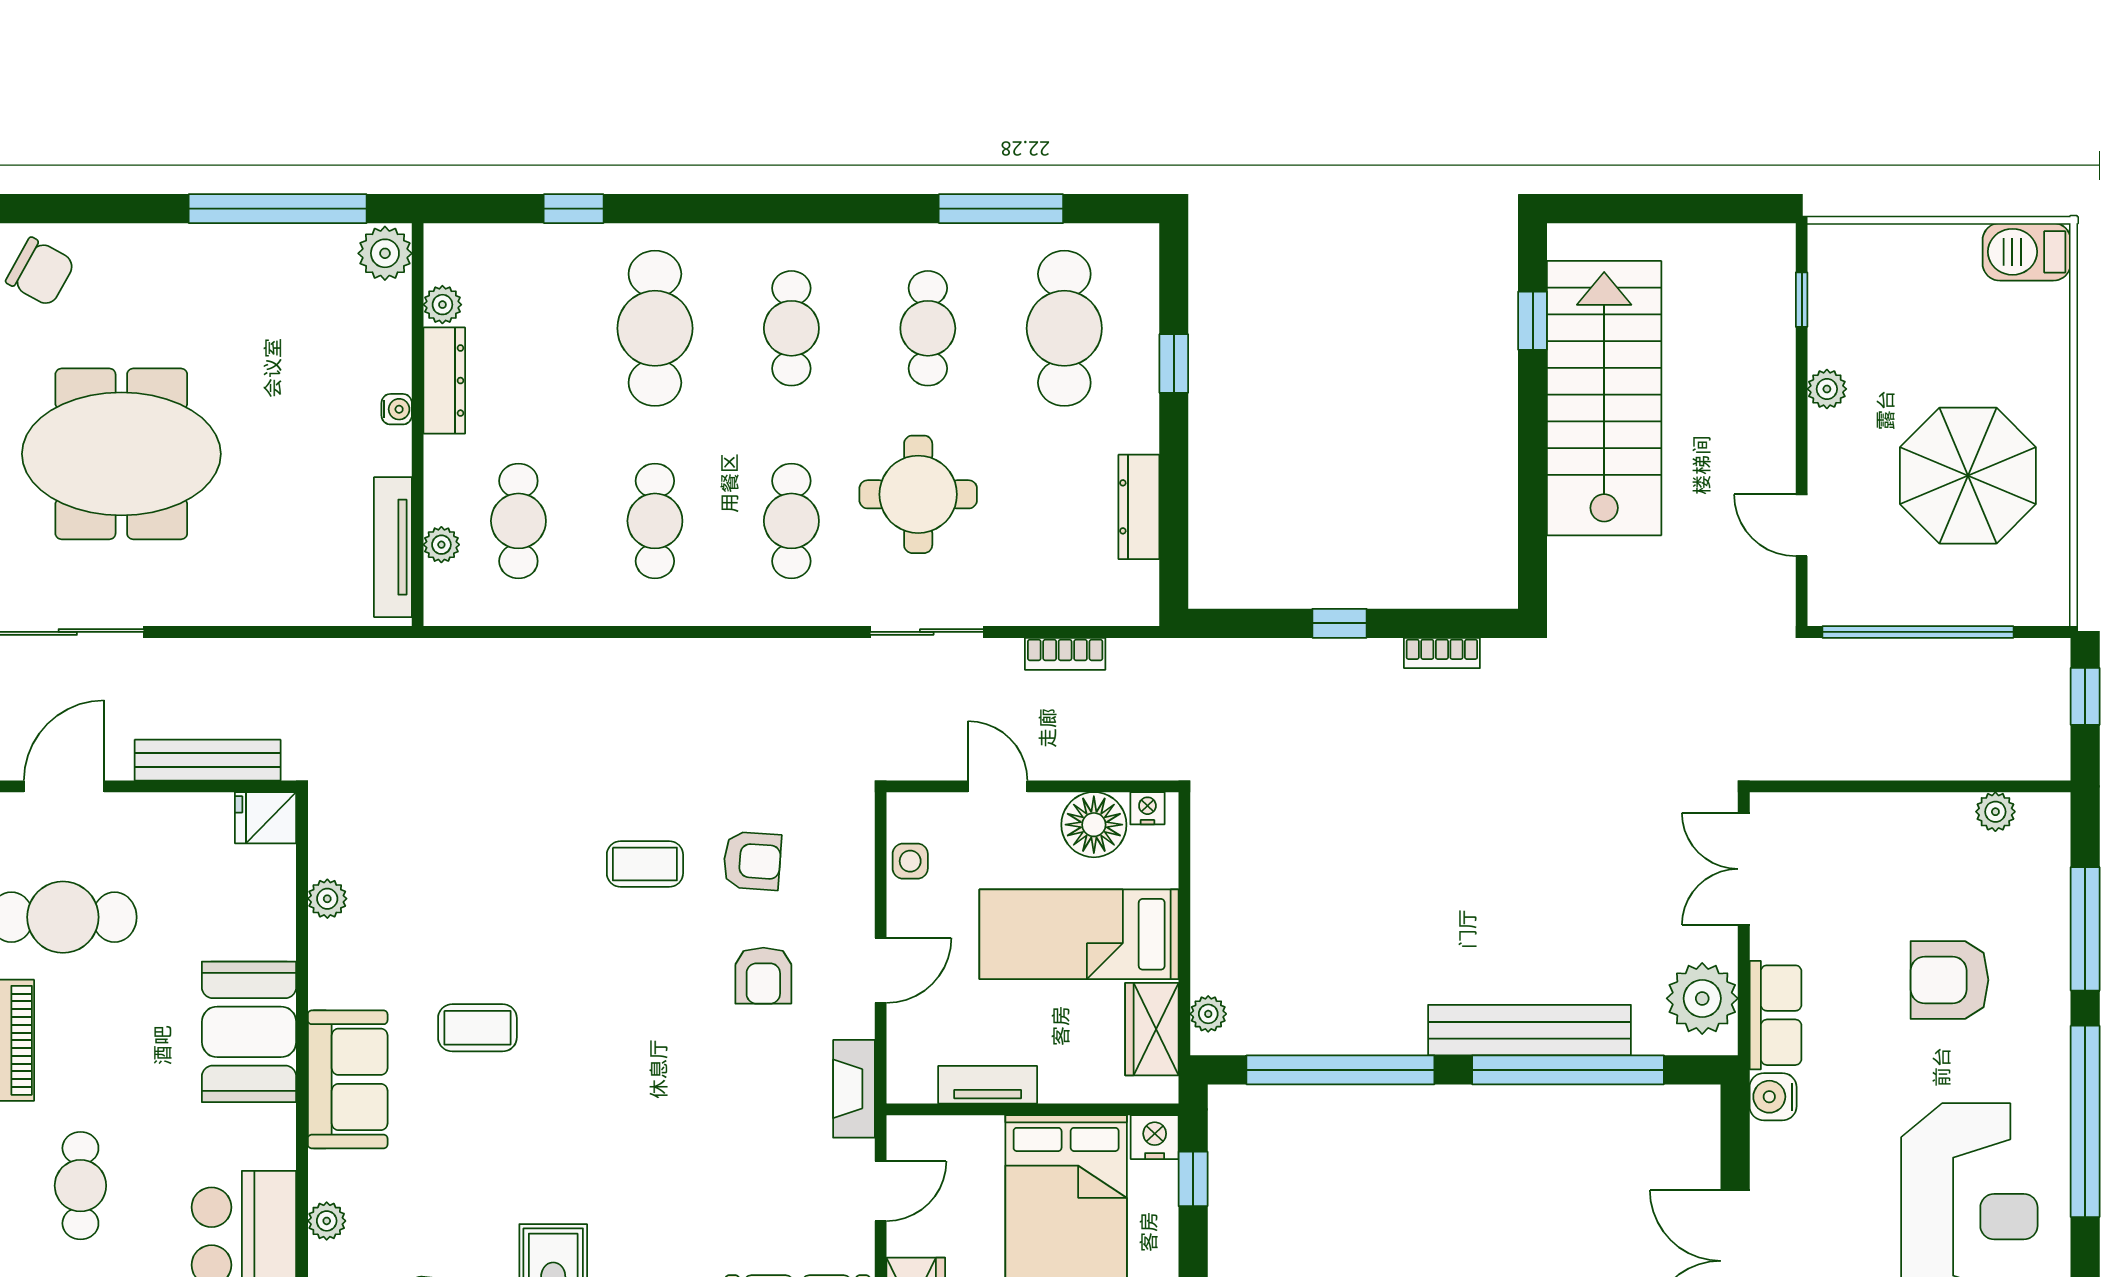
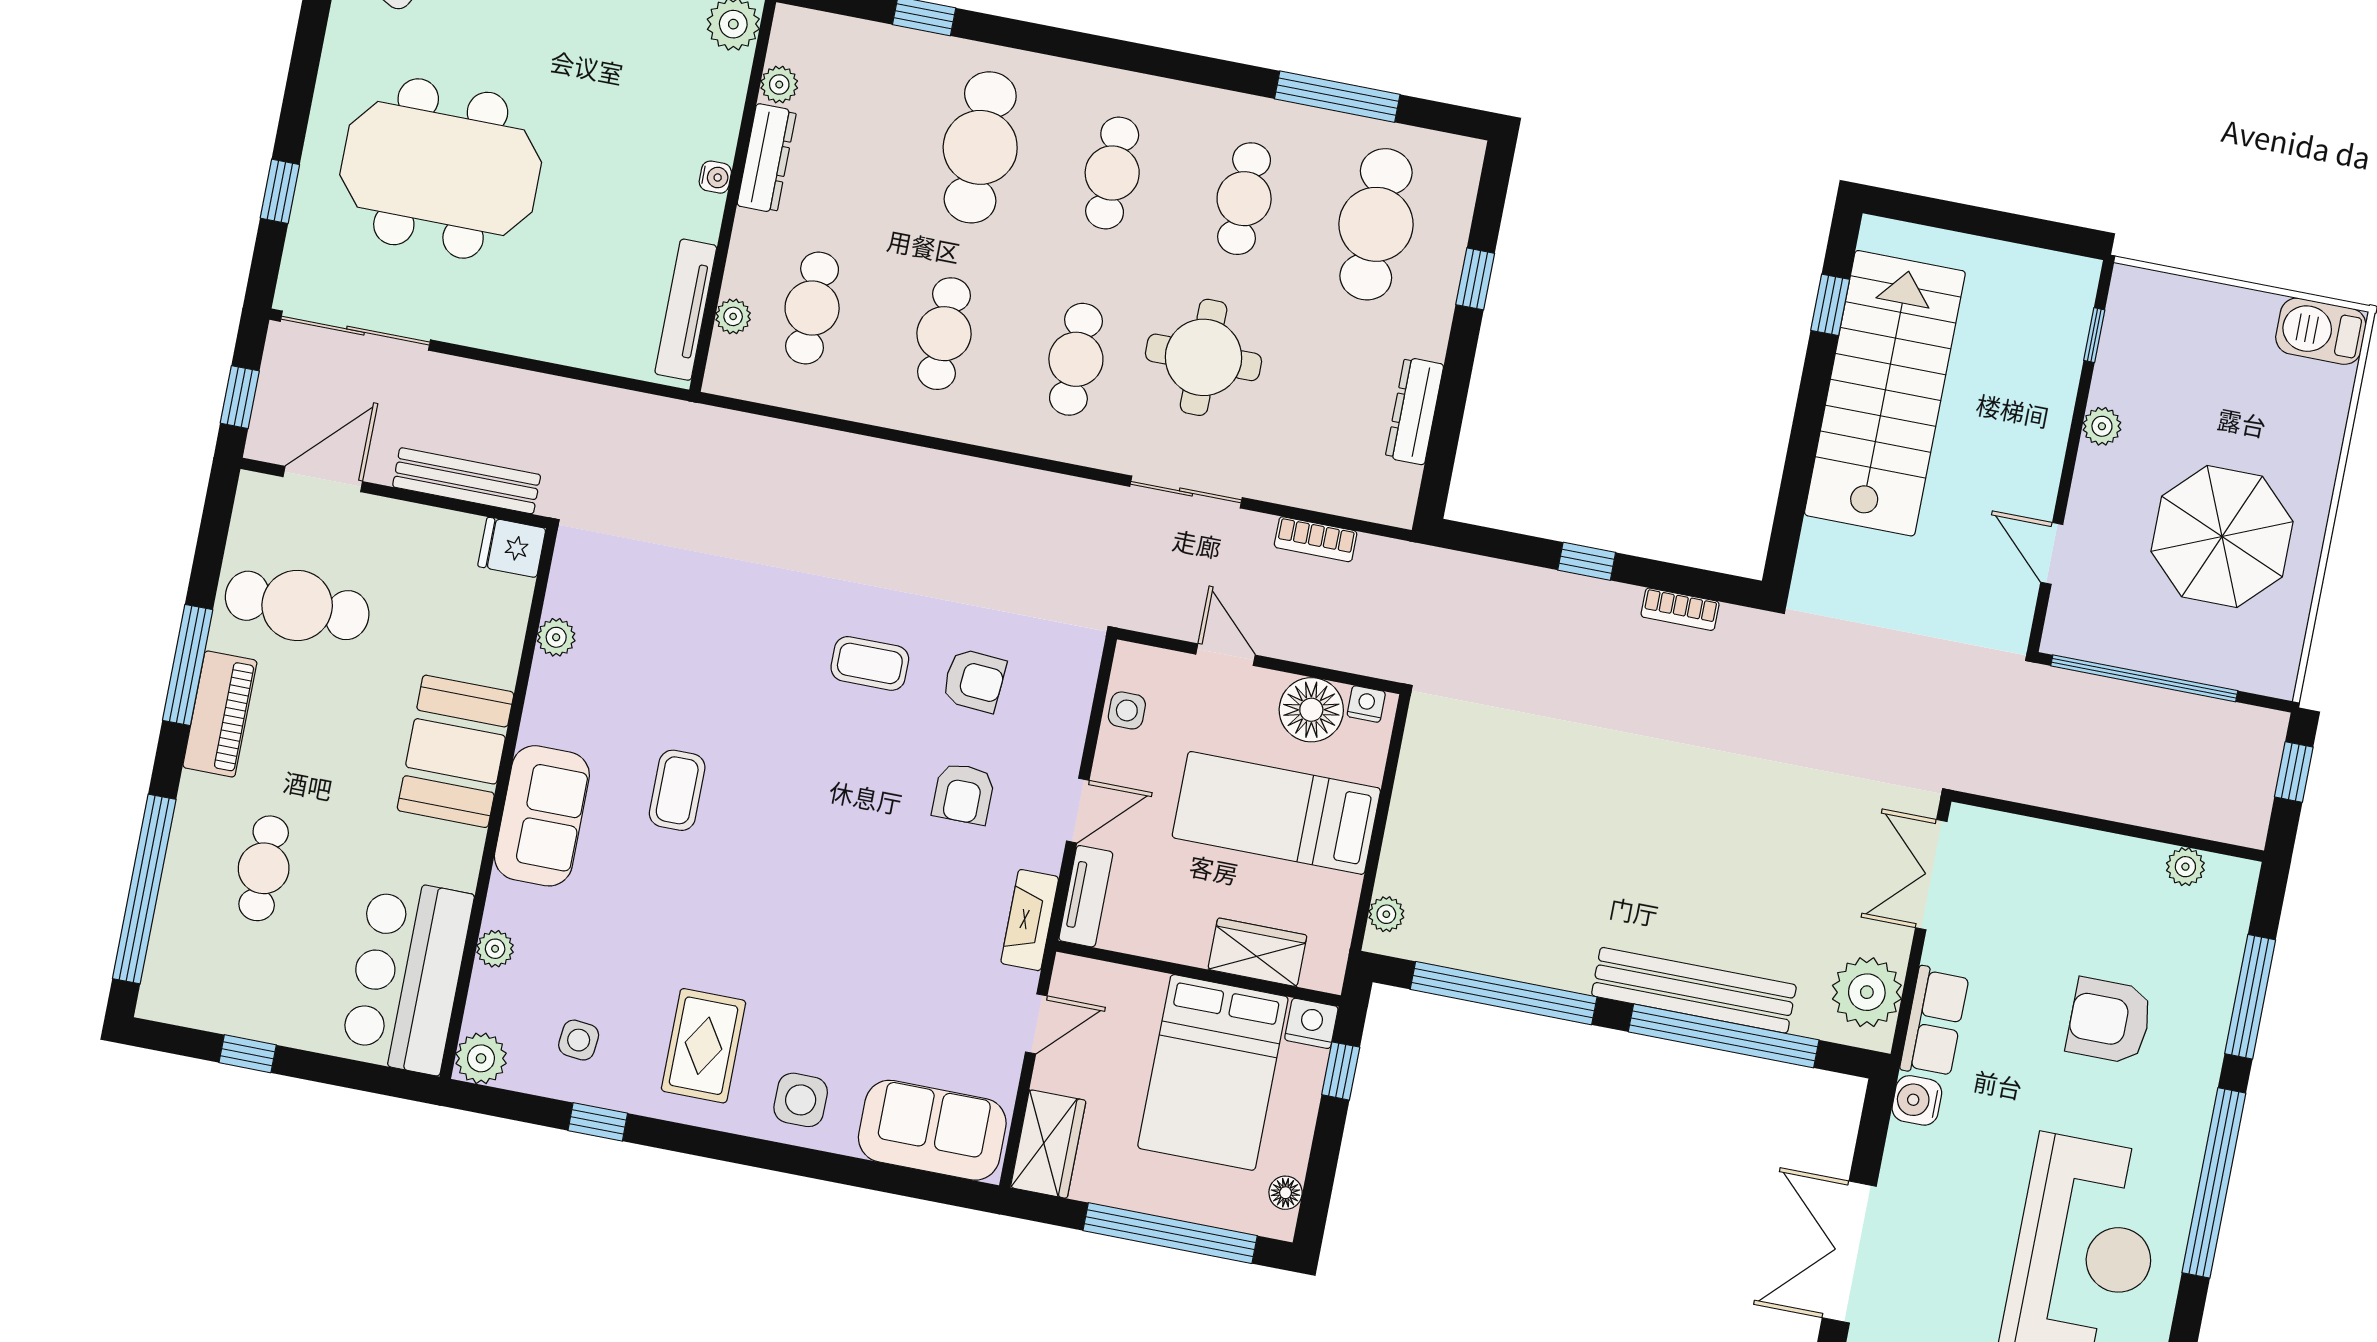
coffee table: (477, 1028) -> (677, 790), turned 90
wardrobe: (1152, 1029) -> (1257, 952), moved, turned 90
tv unit: (988, 1085) -> (1086, 896), moved, turned 90

